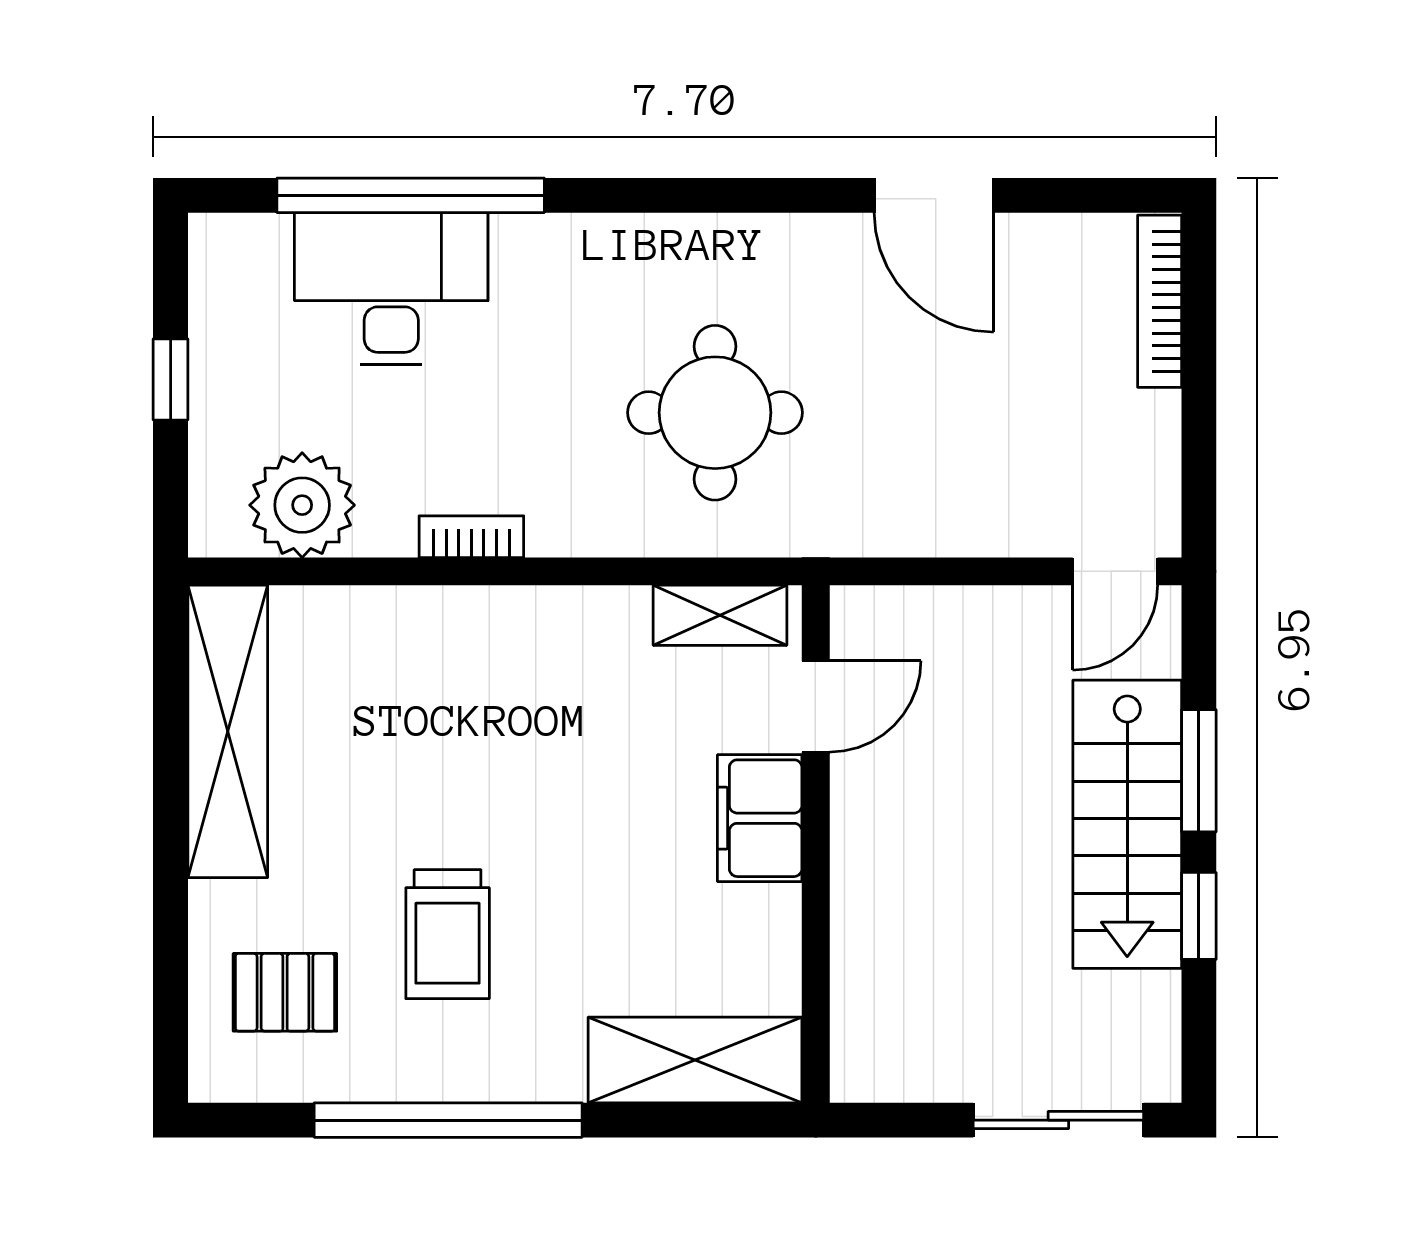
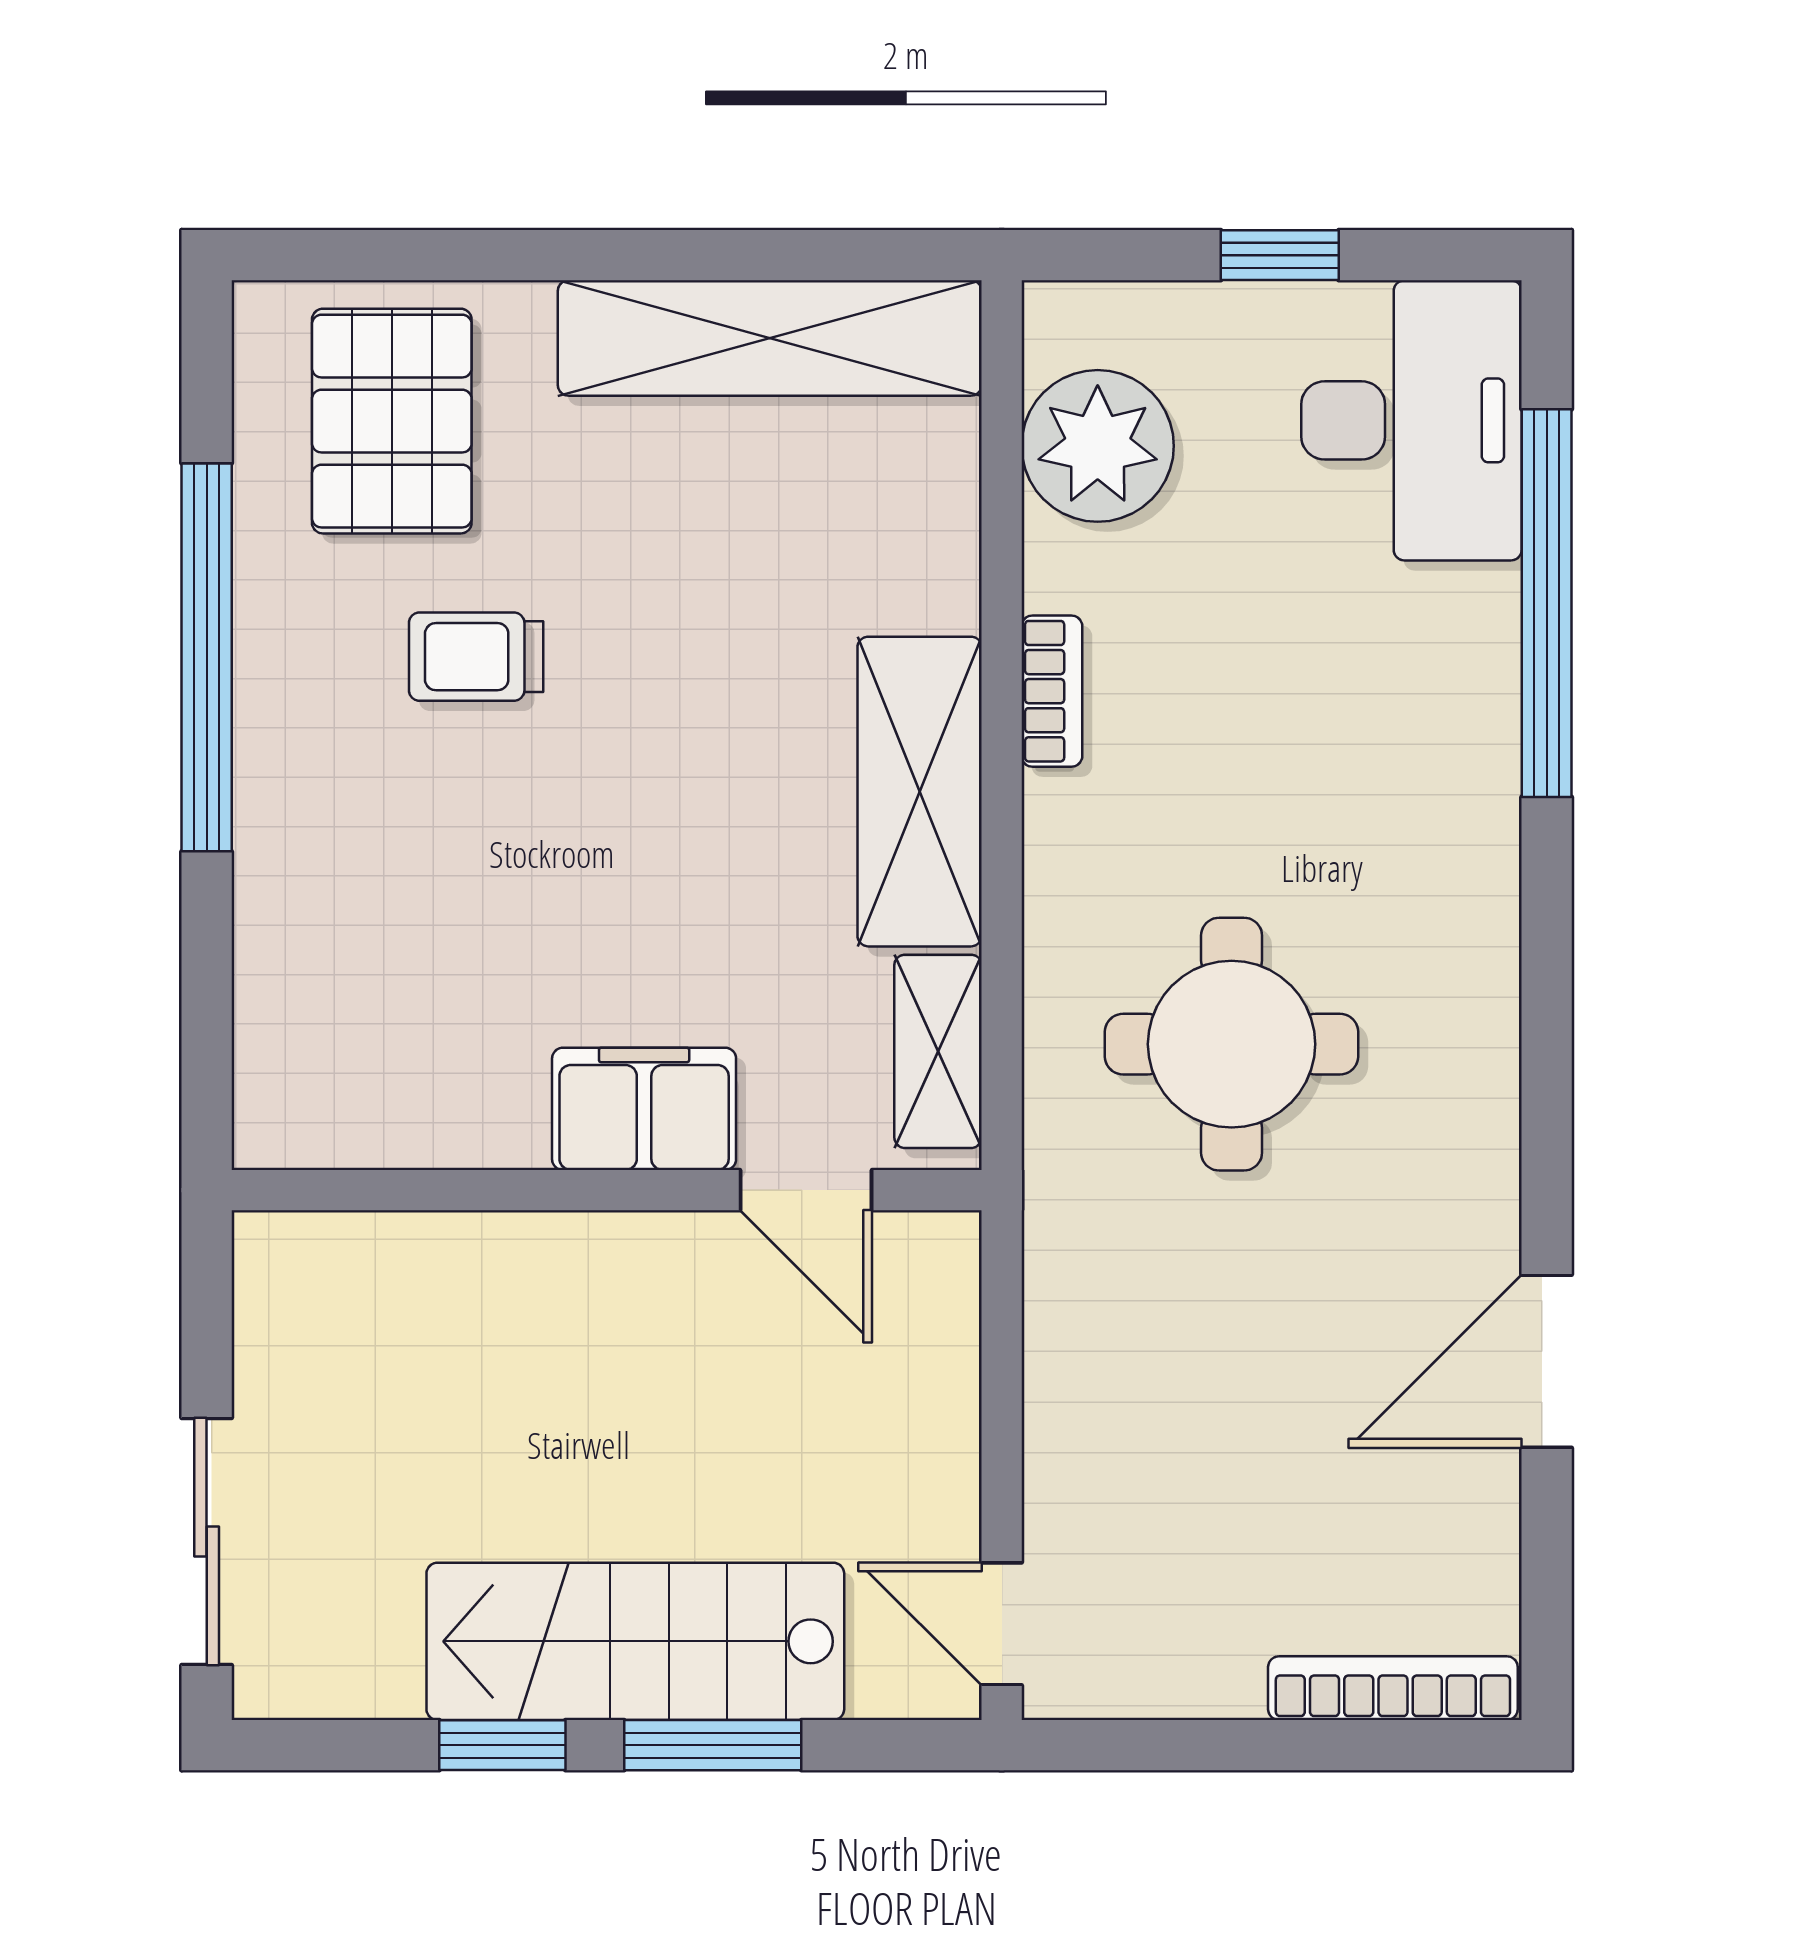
desk: (391, 289) -> (1411, 420), moved
trolley: (448, 934) -> (476, 657), width x0.73, depth x0.72
pallet: (285, 992) -> (392, 421), width x1.50, depth x1.42
shelving: (695, 1060) -> (920, 792), moved

